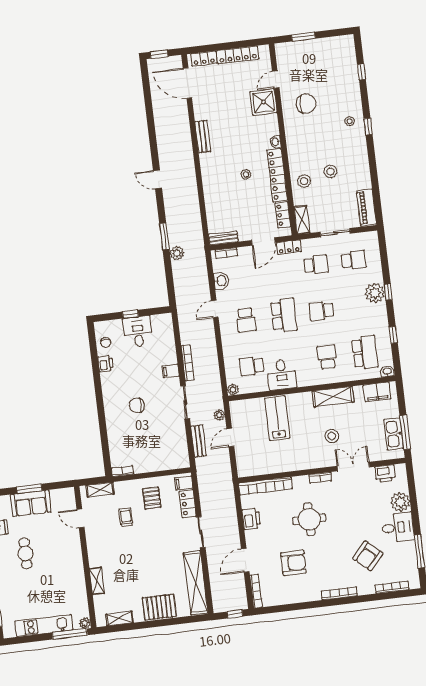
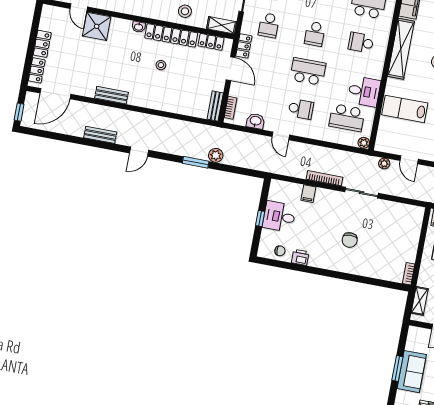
locker: (238, 55) -> (42, 44), width x0.66
school desk: (316, 265) -> (269, 25), turned 180
school desk: (252, 366) -> (347, 118), width x1.85
filing cabinet: (171, 371) -> (308, 194), moved
shelving: (333, 397) -> (401, 49), width x1.47
bench: (199, 441) -> (100, 135), moved

